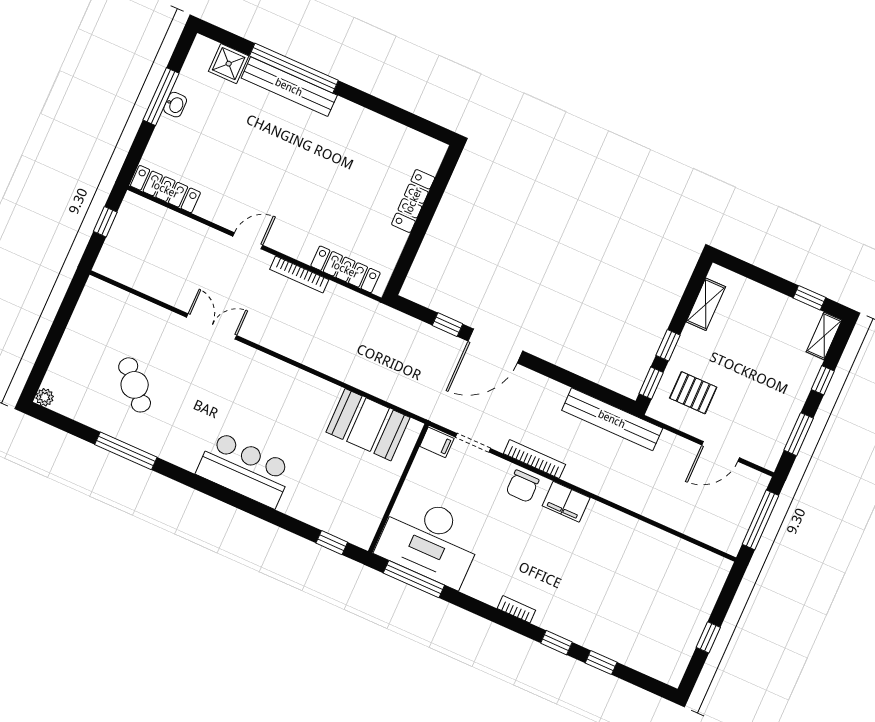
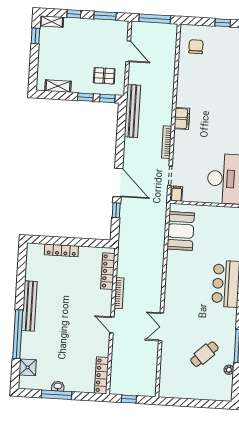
bench: (289, 87) -> (29, 306), moved
pallet: (693, 393) -> (104, 76), turned 90
plant: (45, 397) -> (229, 370), moved
chair: (522, 486) -> (196, 47), moved, turned -90

